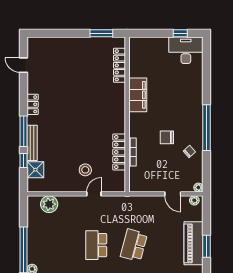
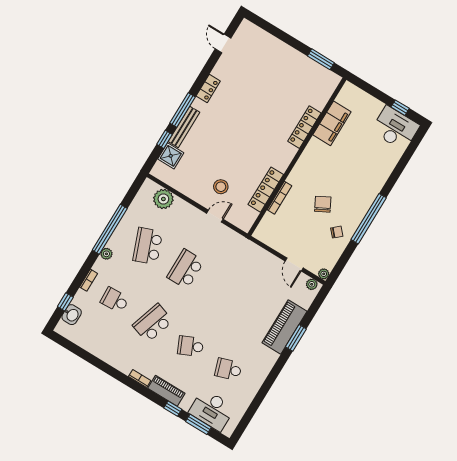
locker: (119, 65) -> (304, 127), moved
filing cabinet: (138, 95) -> (332, 123), moved
chair: (167, 137) -> (323, 204), turned 62
school desk: (134, 245) -> (148, 246), moved, turned -36

